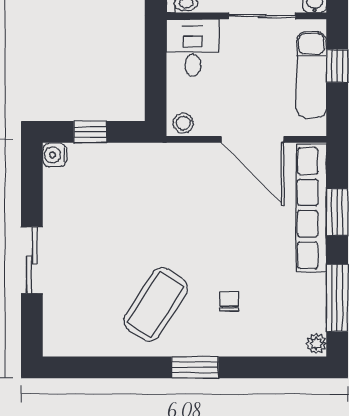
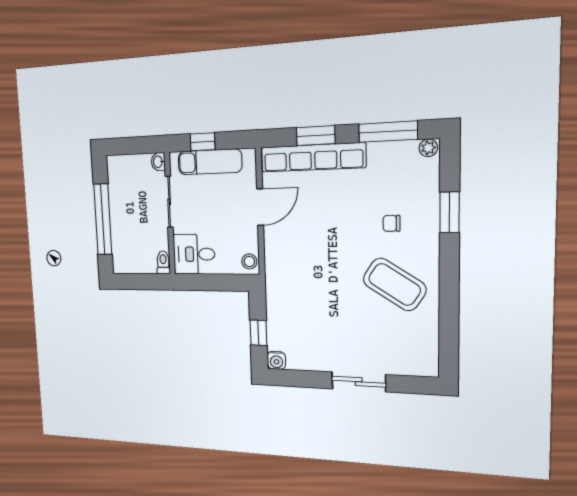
door: (252, 139) -> (260, 207), width x0.73
window: (195, 367) -> (450, 212), moved

